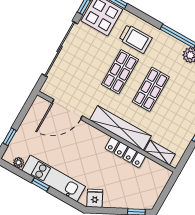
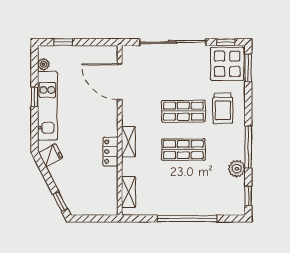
shelving: (120, 128) -> (128, 142), width x0.45, depth x0.75
locker: (125, 152) -> (110, 152), width x0.66

